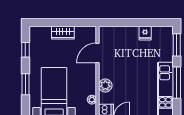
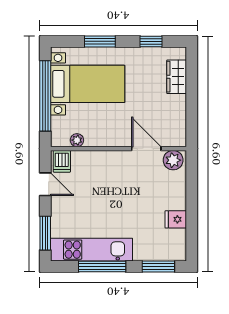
wardrobe: (63, 33) -> (177, 77), moved
plant: (105, 85) -> (173, 160), moved

